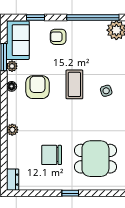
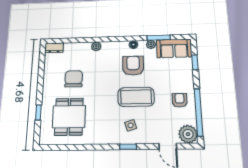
armchair: (58, 37) -> (180, 100), moved
coffee table: (74, 84) -> (136, 97), width x1.36, depth x1.32
armchair: (37, 87) -> (133, 66), turned -90
window: (70, 193) -> (38, 112), moved

